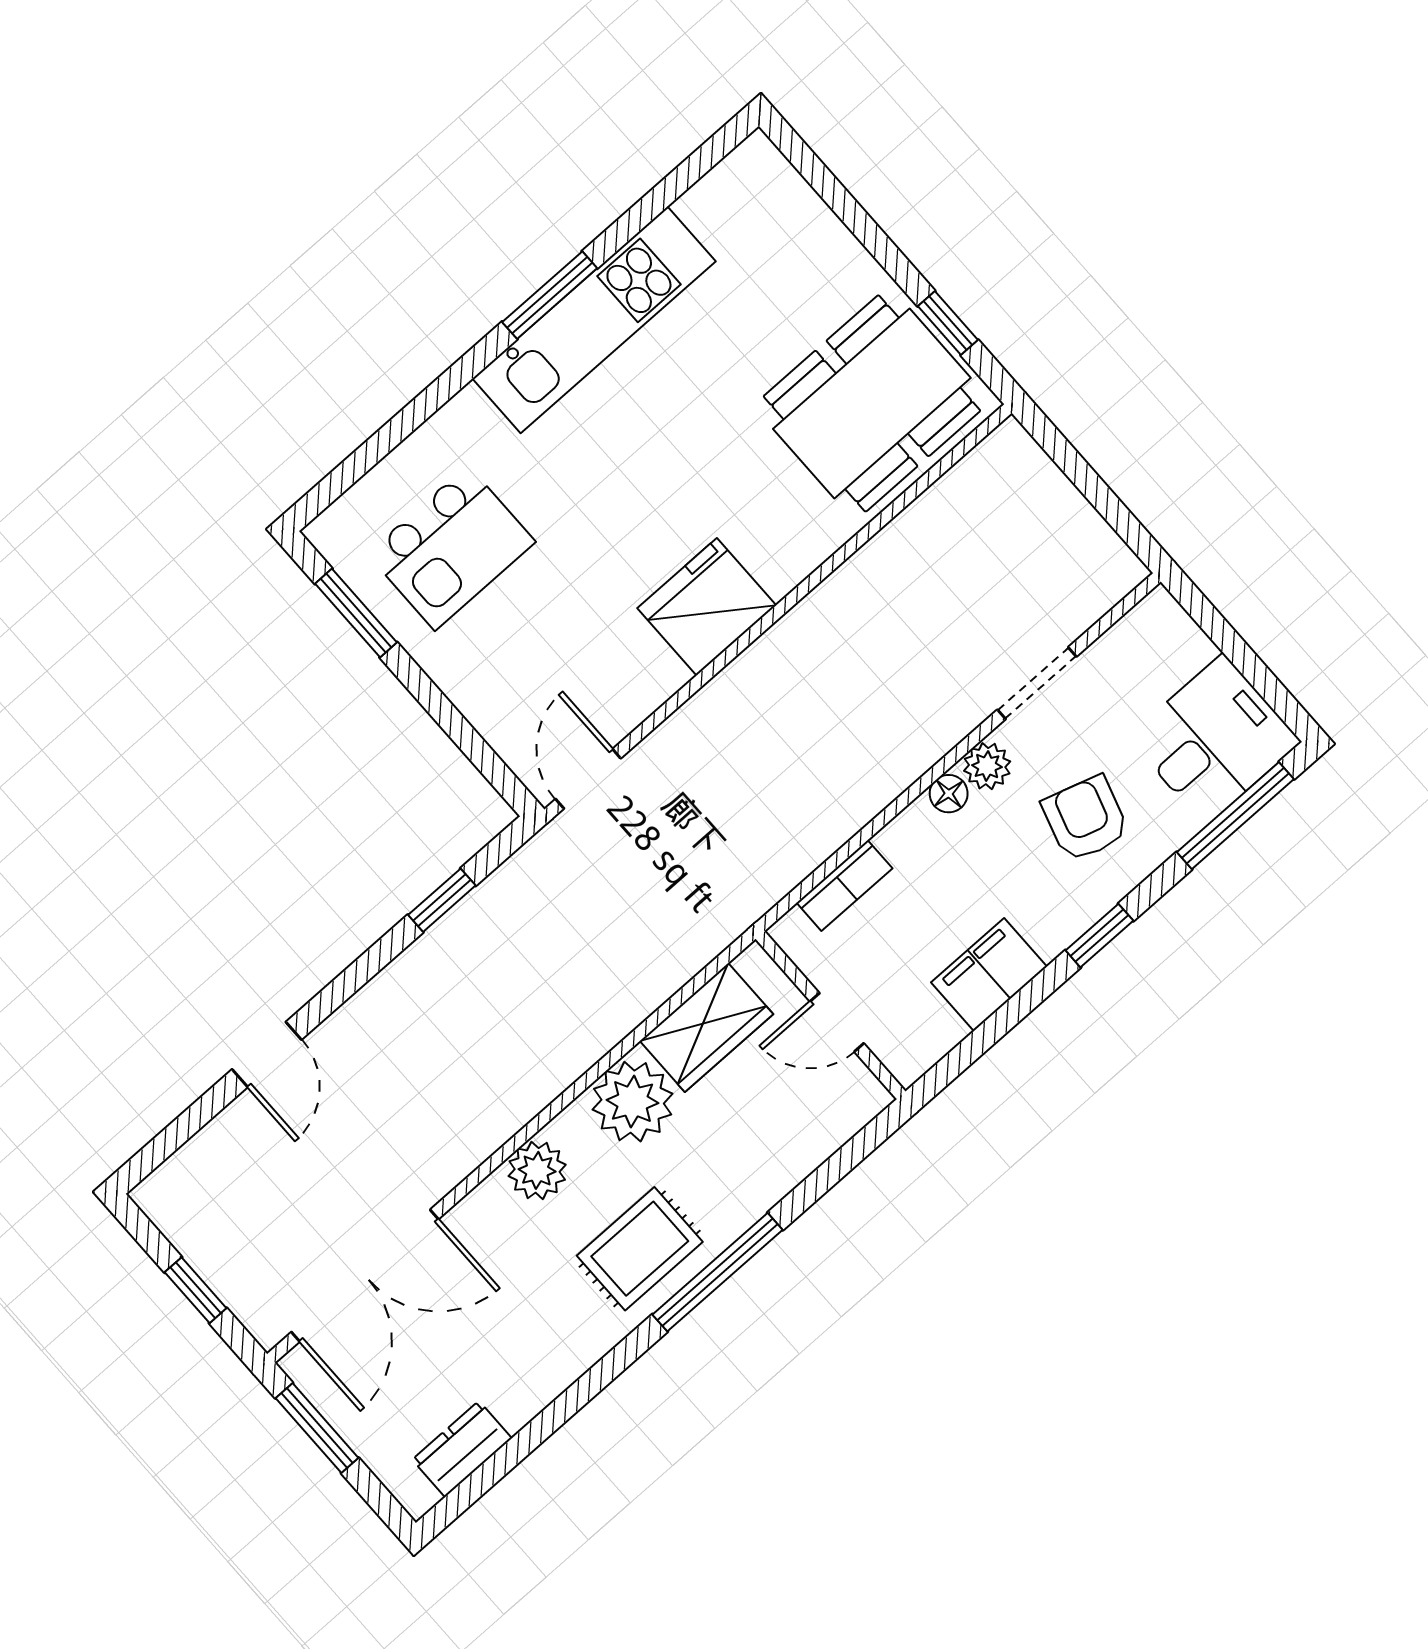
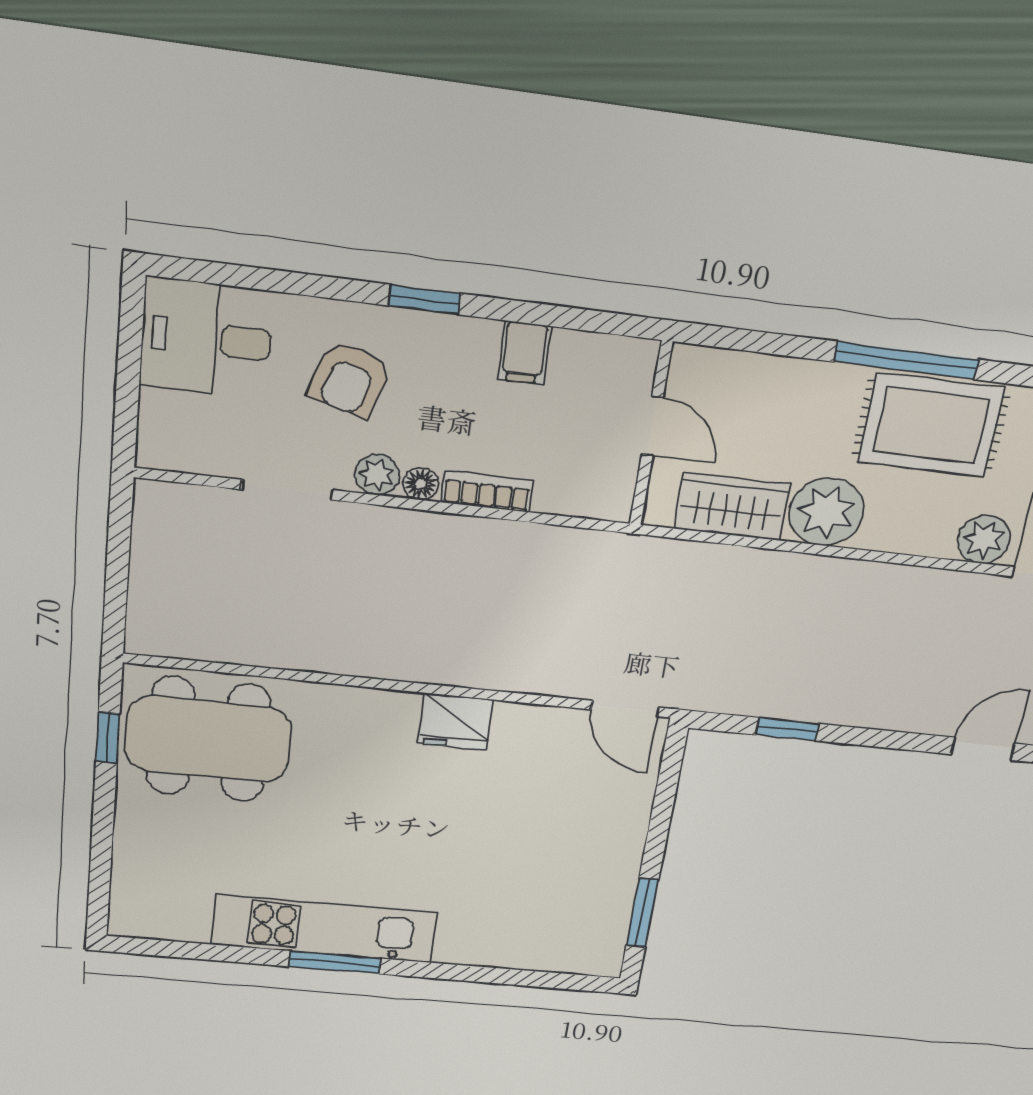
kitchen island: (451, 548) -> (549, 895), removed
fridge: (707, 607) -> (455, 722), width x0.73, depth x0.75
door: (588, 779) -> (625, 709), hinge flipped
window: (1235, 816) -> (246, 277), removed
bookcase: (844, 886) -> (487, 491), moved
filing cabinet: (989, 975) -> (524, 352), width x0.50
plant: (537, 1170) -> (984, 539), moved
rug: (640, 1249) -> (931, 425), width x1.36, depth x1.43

